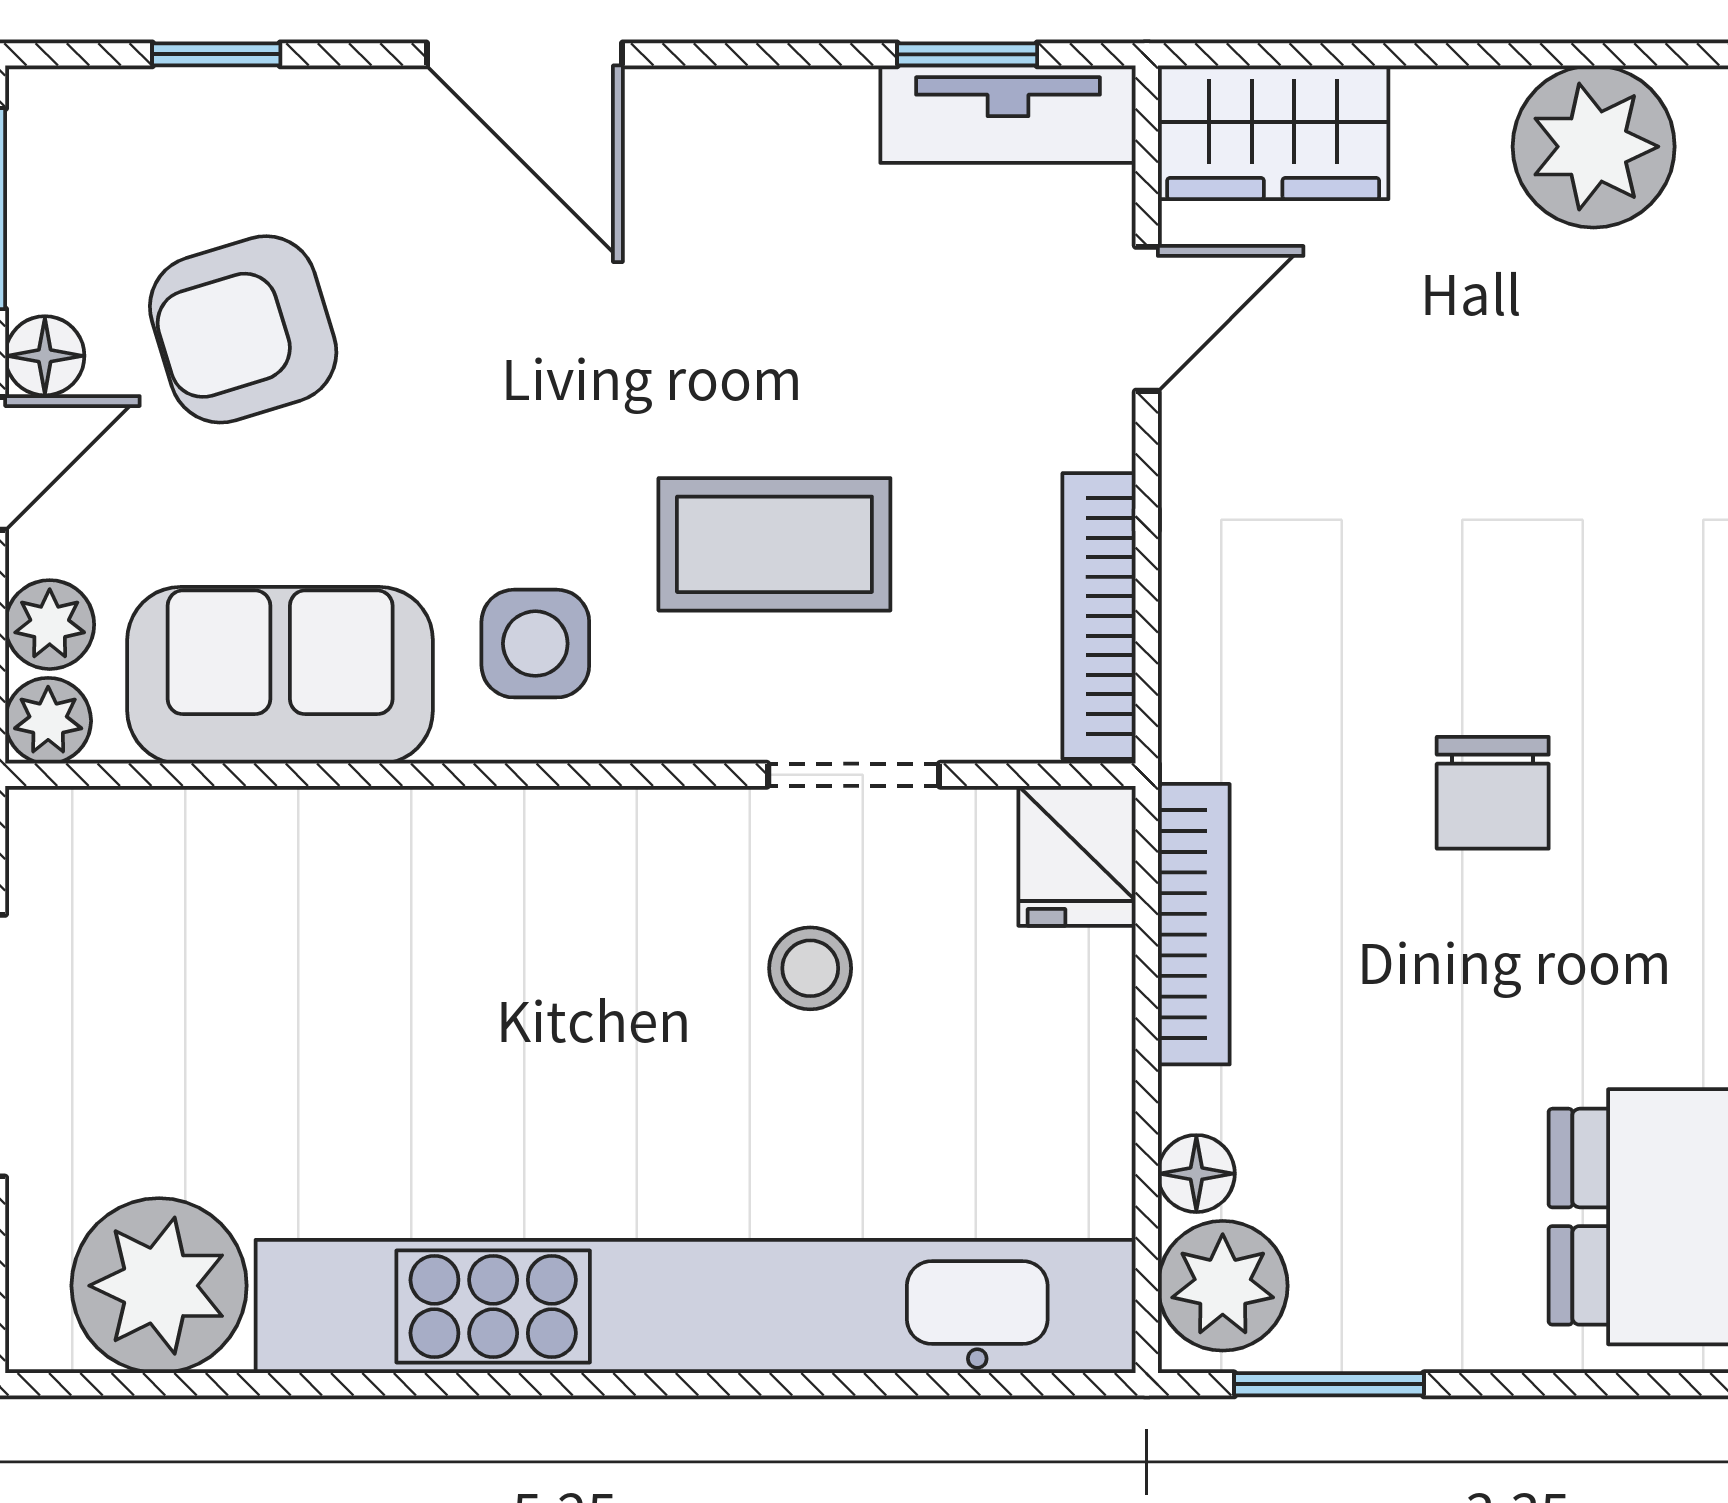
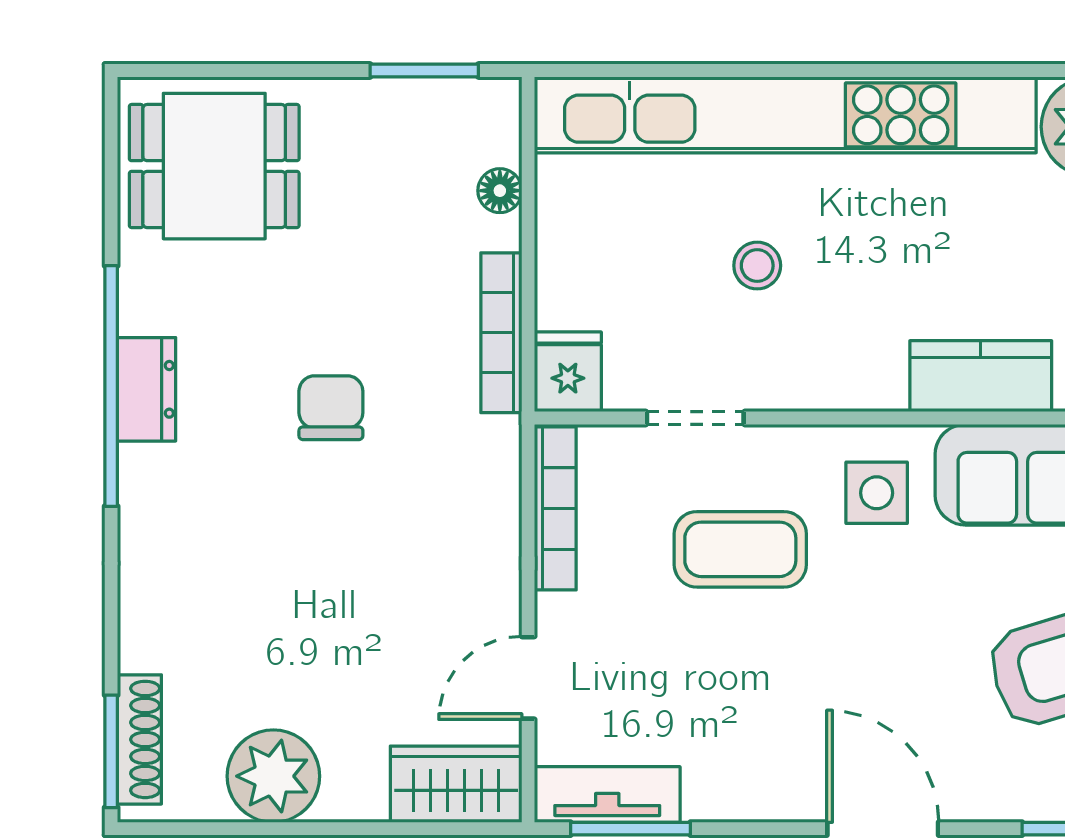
window: (967, 54) -> (630, 829), width x1.50
kitchen counter: (353, 848) -> (981, 376), added
stool: (810, 968) -> (757, 266), moved
plant: (1223, 1286) -> (485, 127), removed

